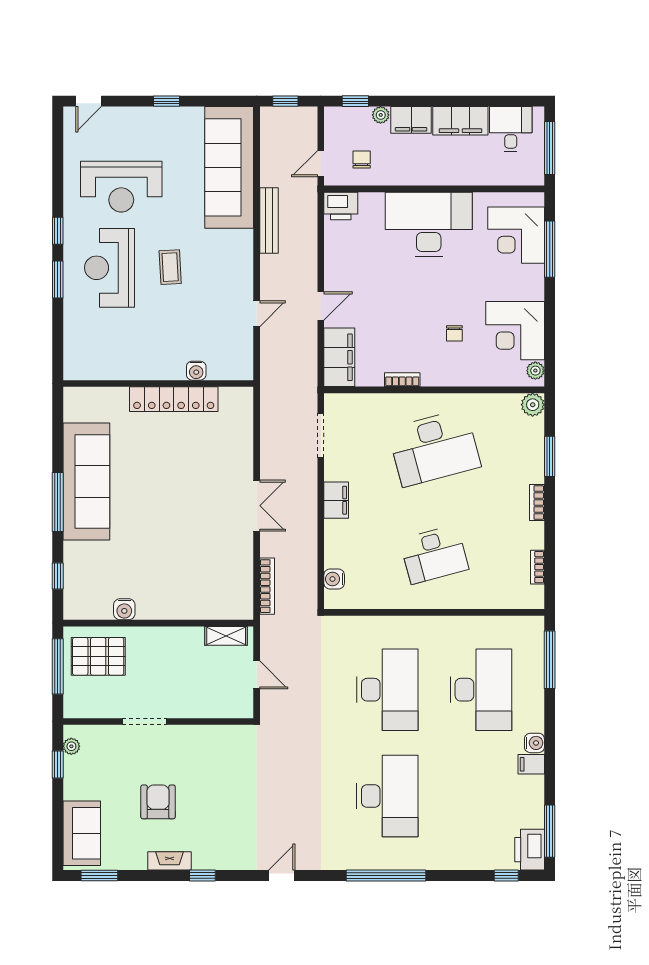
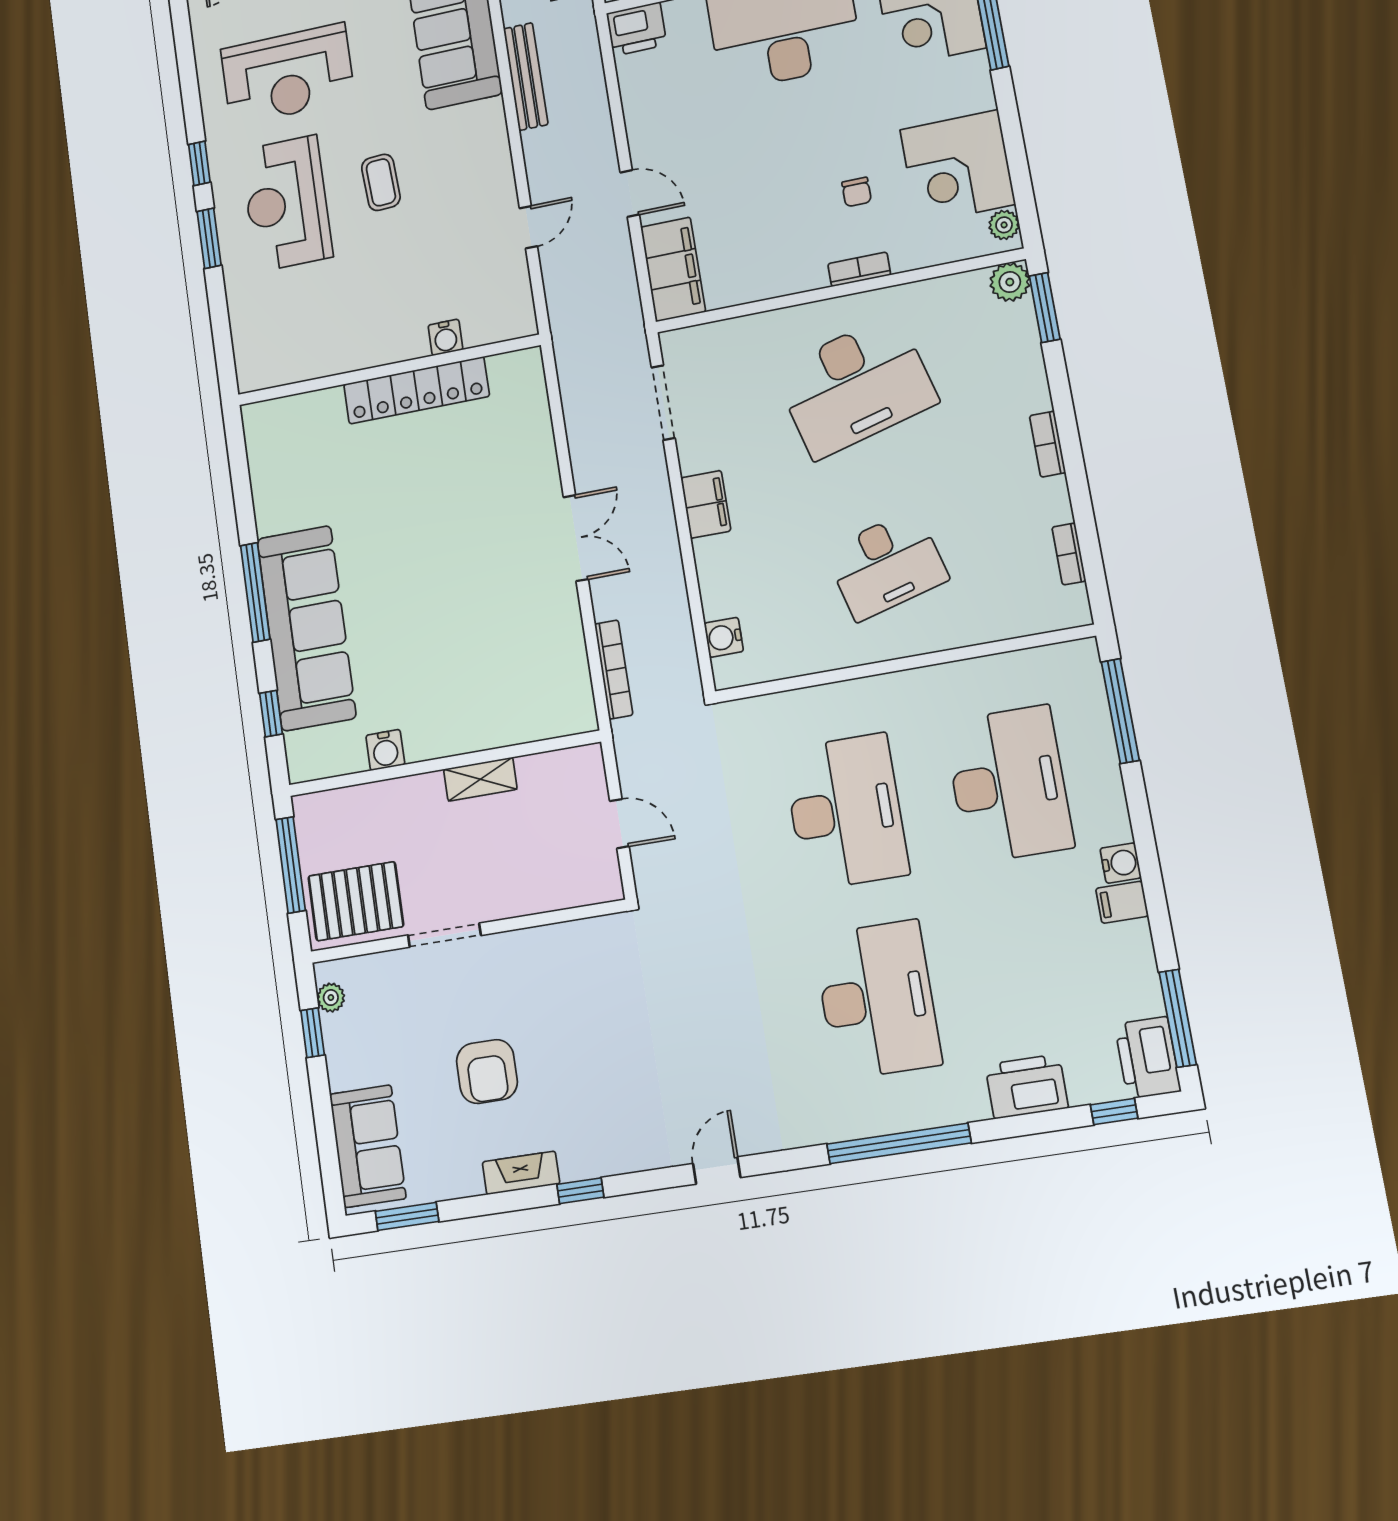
door: (321, 306) -> (630, 193), hinge flipped
bookcase: (402, 380) -> (859, 269), moved
window: (550, 456) -> (1045, 308), moved
sofa: (86, 482) -> (306, 628), moved
shelving: (226, 636) -> (480, 779), moved
pallet: (98, 656) -> (356, 901), moved
armchair: (158, 802) -> (487, 1072), turned 180
printer: (461, 855) -> (1027, 1086), added

